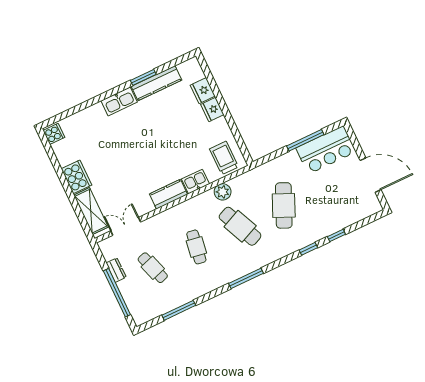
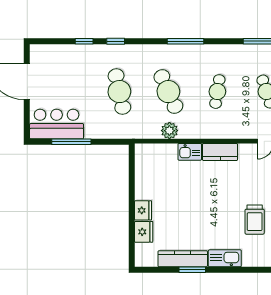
trolley: (224, 158) -> (255, 220), moved
cafe table: (284, 205) -> (119, 92), turned -36

